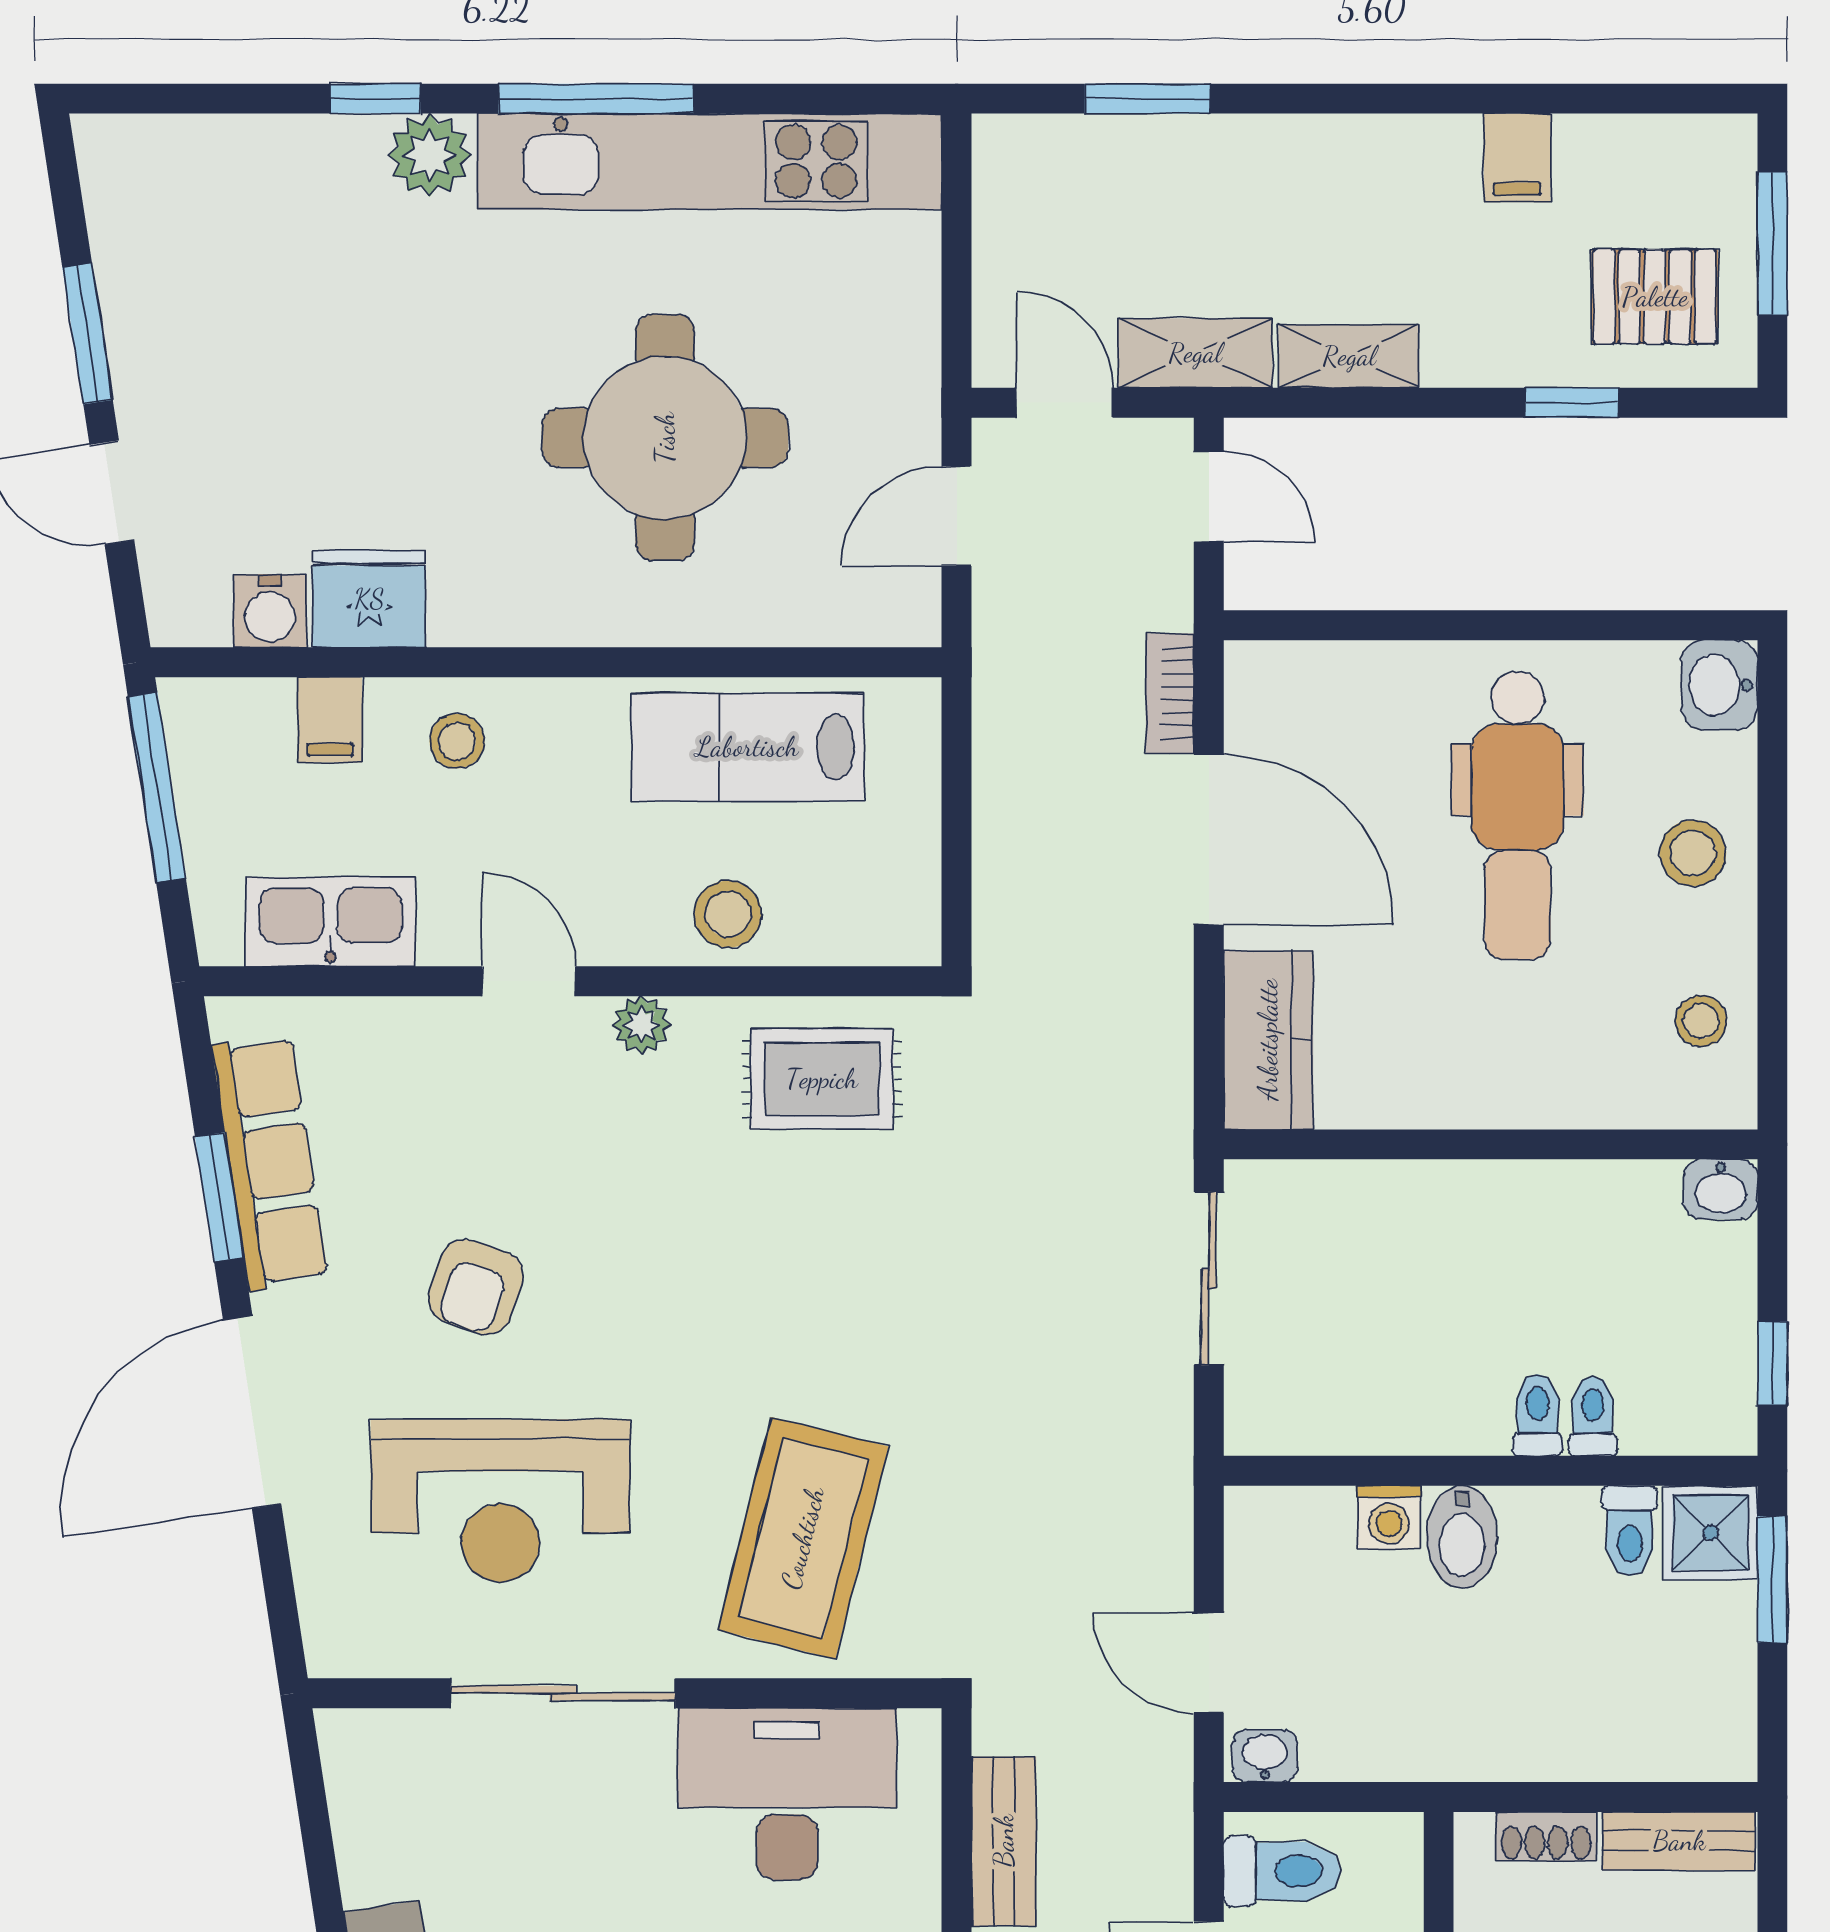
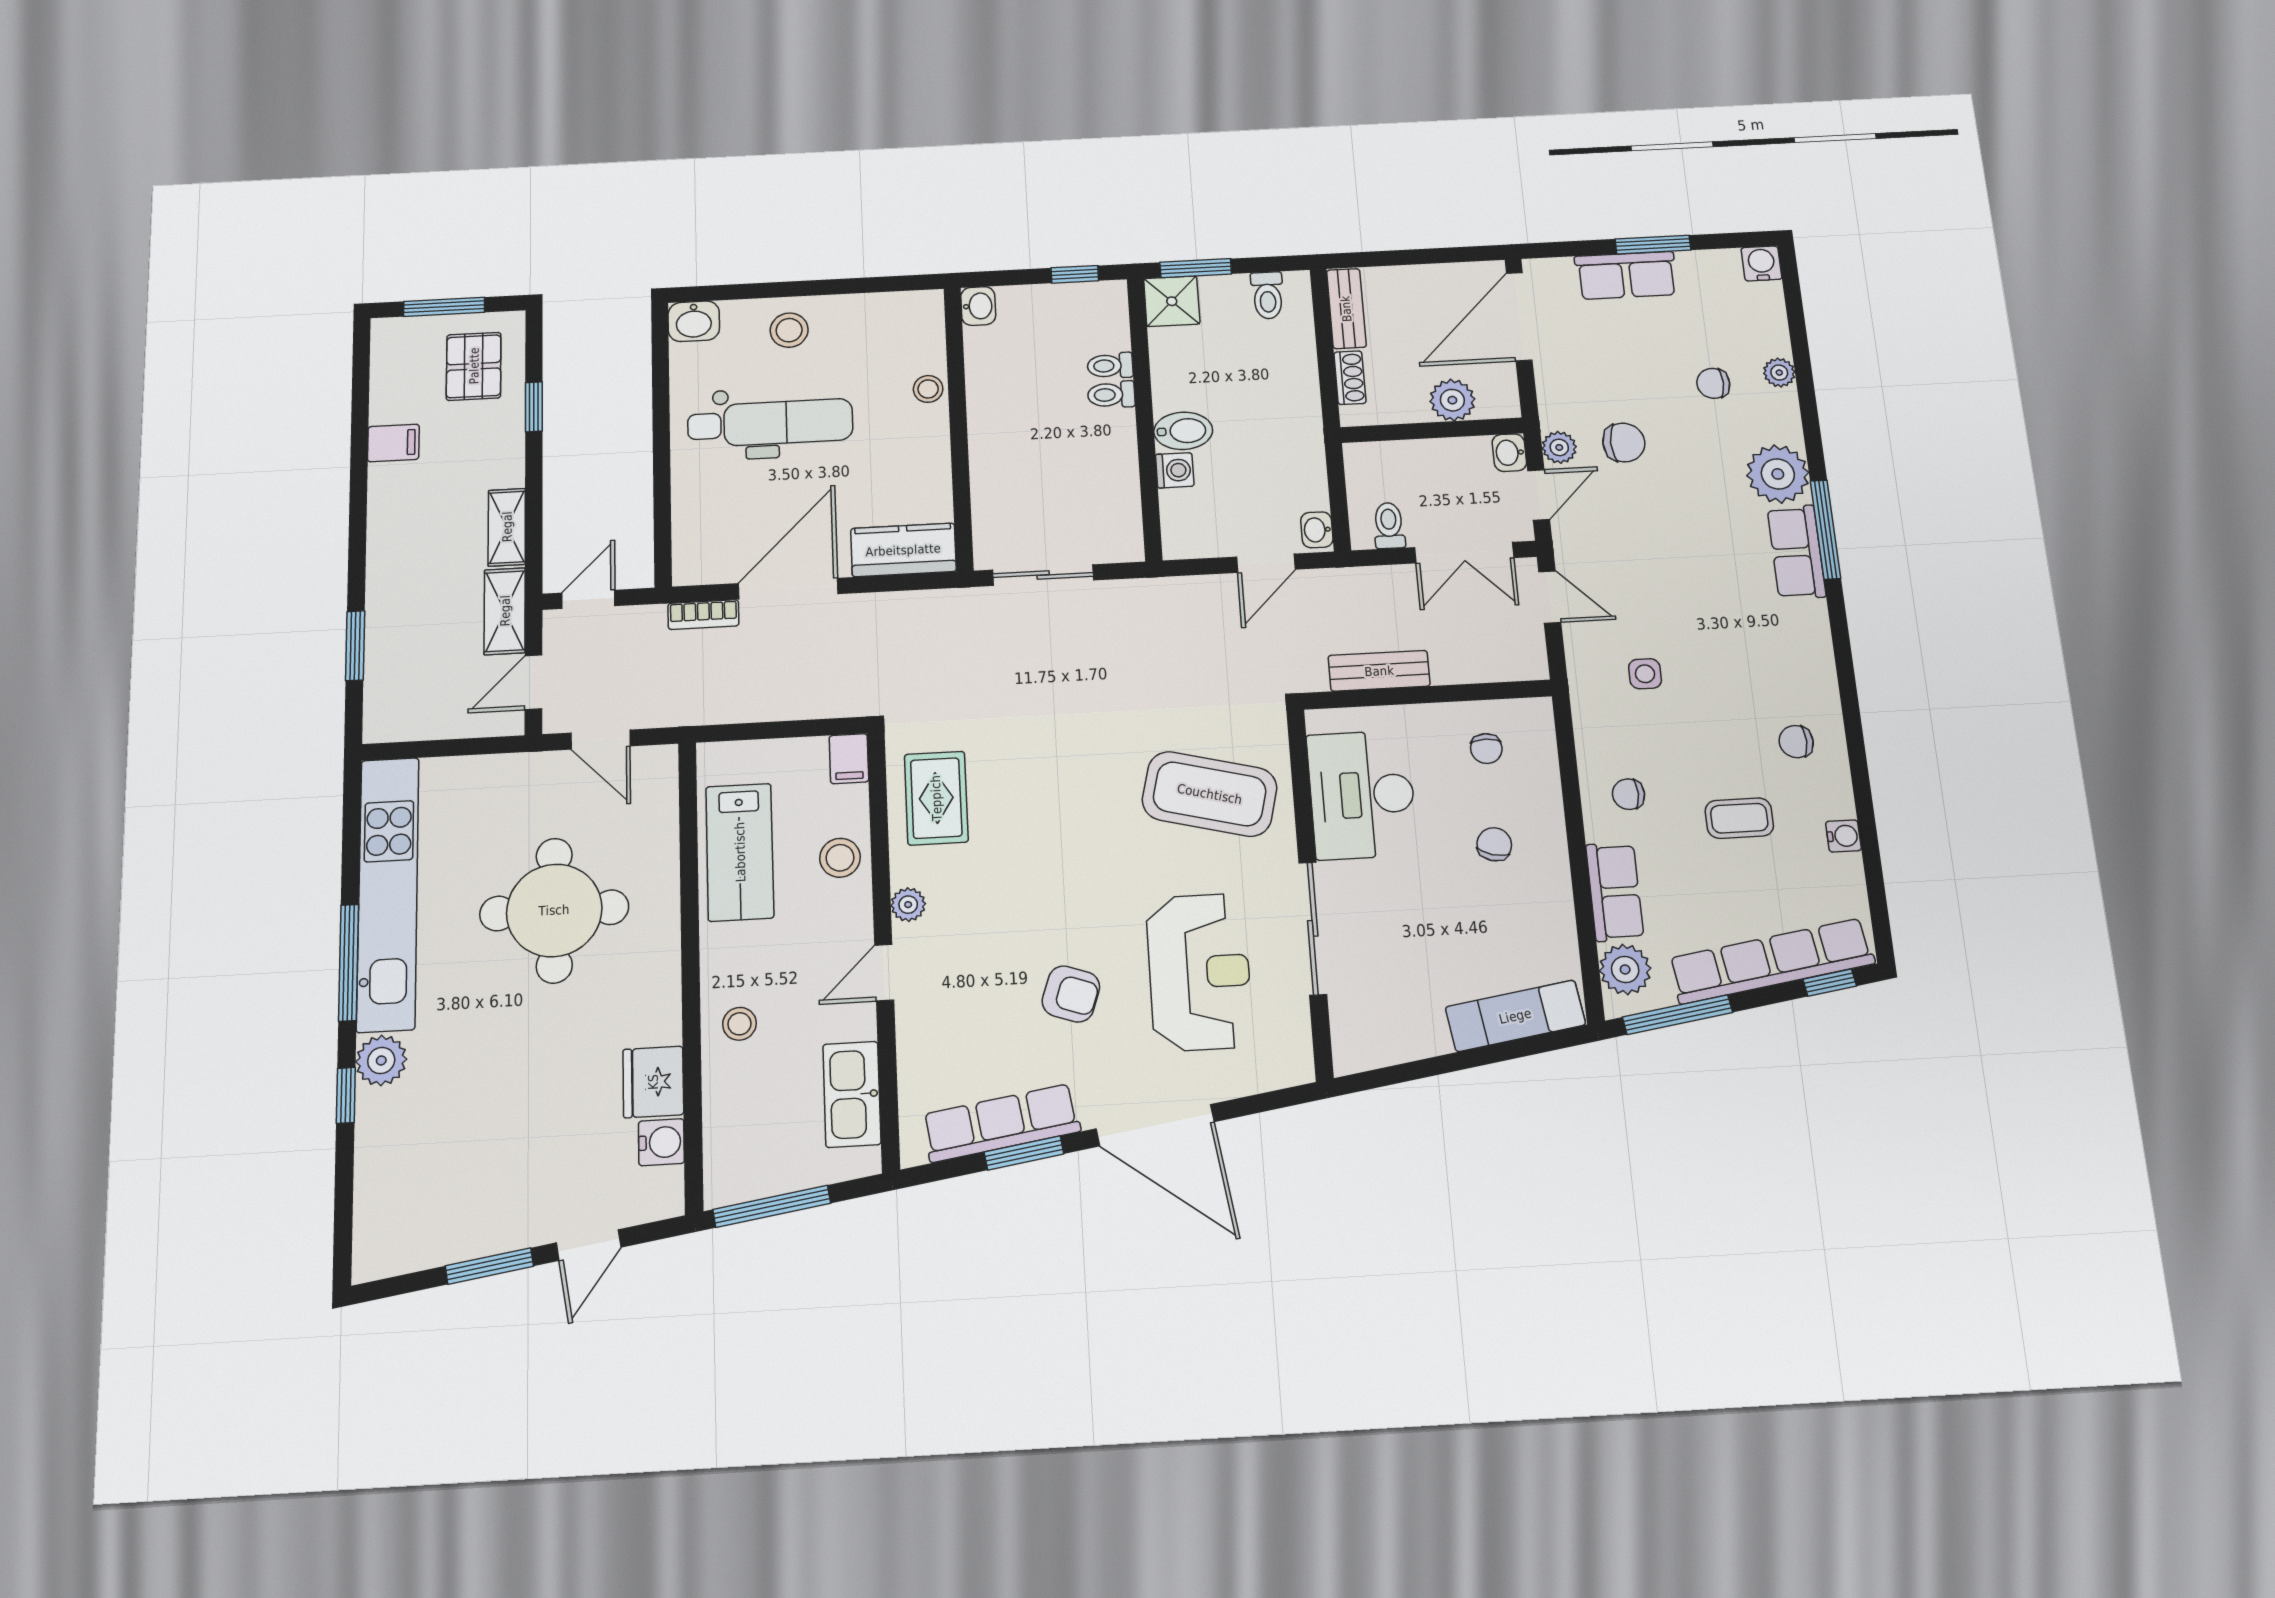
filing cabinet: (330, 720) -> (849, 759), moved, turned 90
stool: (1701, 1021) -> (928, 389), moved
toilet: (1630, 1531) -> (1268, 295), moved, turned 90
toilet: (1282, 1871) -> (1389, 526), width x0.73, depth x0.72

